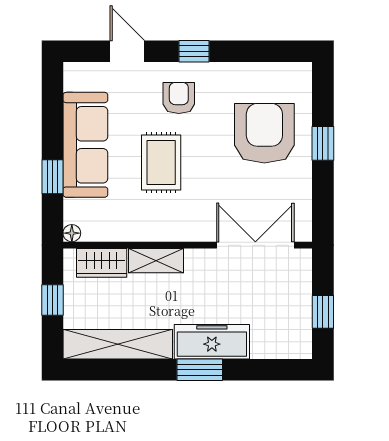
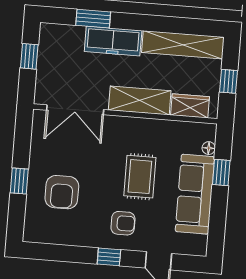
armchair: (179, 98) -> (123, 223), turned -90
armchair: (264, 133) -> (62, 192), width x0.73, depth x0.73
floor lamp: (72, 233) -> (209, 148), moved
shelving: (156, 261) -> (140, 100), width x1.50, depth x1.33
window: (200, 370) -> (93, 19), moved

